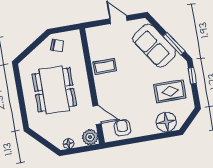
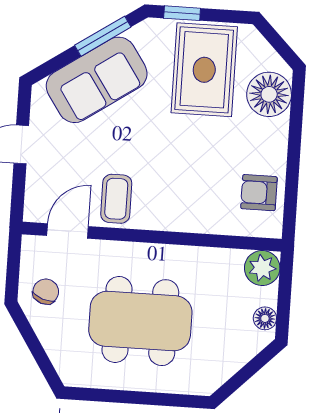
rug: (170, 91) -> (204, 70), width x1.36, depth x1.43
door: (97, 115) -> (68, 231), moved

